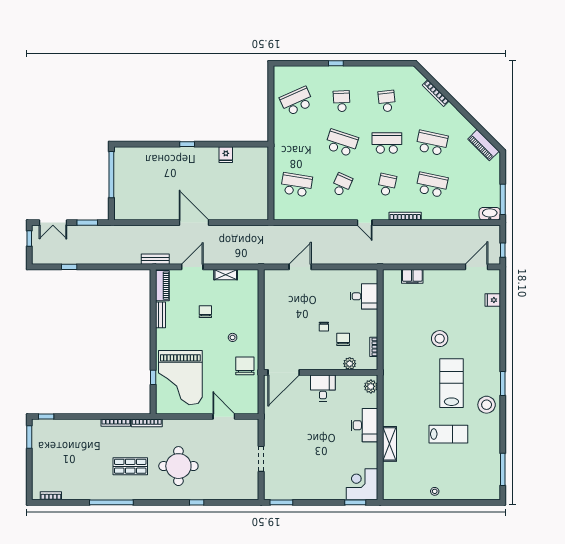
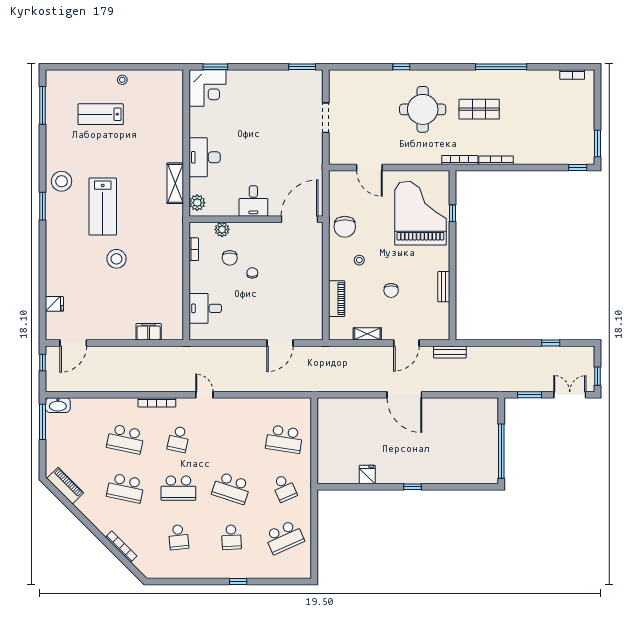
school desk: (342, 185) -> (284, 488), moved, turned -48
piano: (162, 286) -> (337, 299), moved, turned 180
lab bench: (448, 434) -> (101, 114), moved
shelving: (389, 444) -> (175, 183), moved

